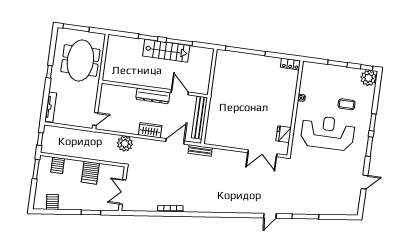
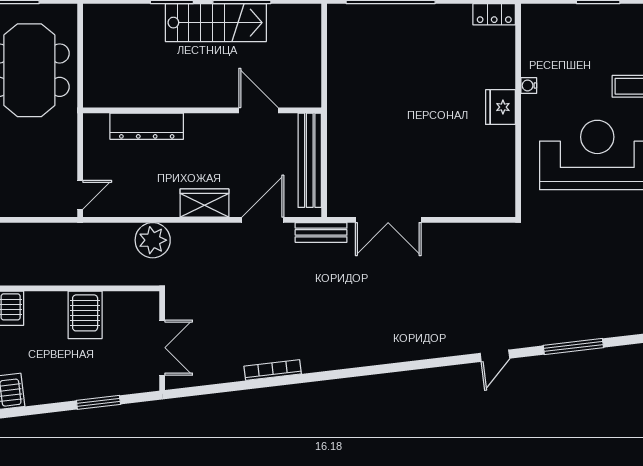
dresser: (153, 96) -> (147, 126), moved
fridge: (284, 134) -> (501, 107), moved
double door: (262, 153) -> (388, 220), moved
double door: (123, 192) -> (162, 348), swing flipped

